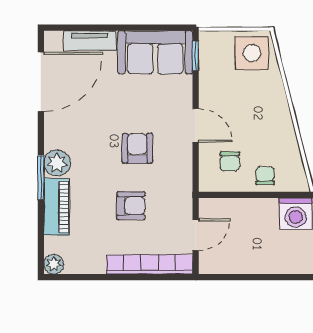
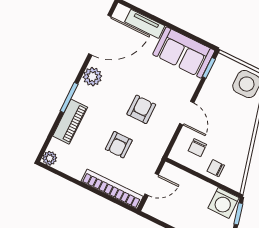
plant: (57, 163) -> (92, 77), moved
chair: (265, 176) -> (216, 168), turned -90
armchair: (131, 206) -> (119, 145), turned 90

